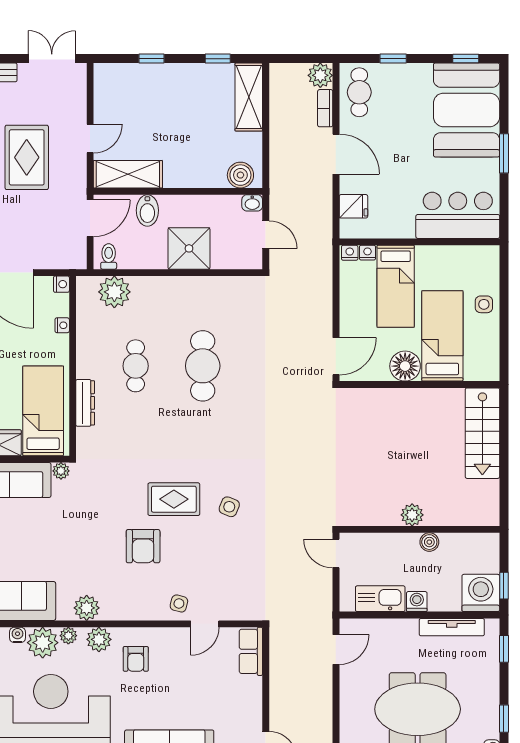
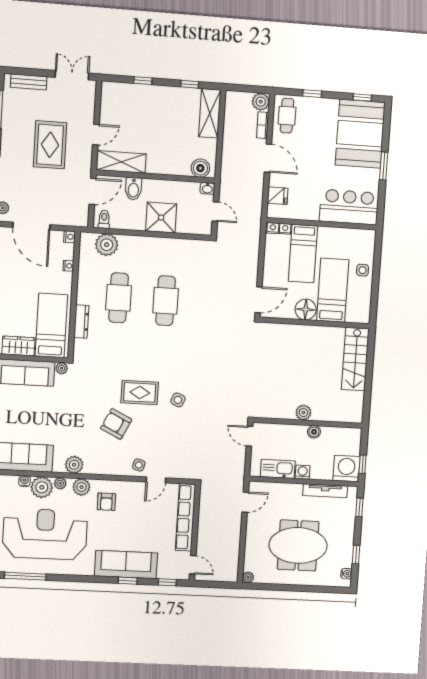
cafe table: (136, 366) -> (119, 298), width x1.37, depth x1.35
armchair: (143, 546) -> (116, 424), turned 116
row of seats: (251, 651) -> (186, 517), width x2.02

